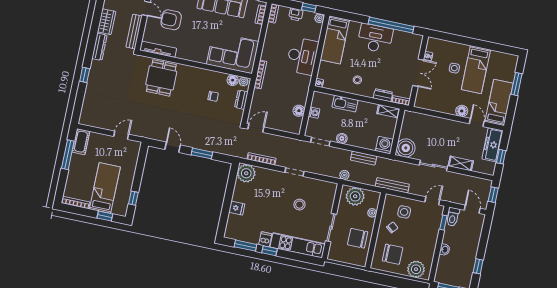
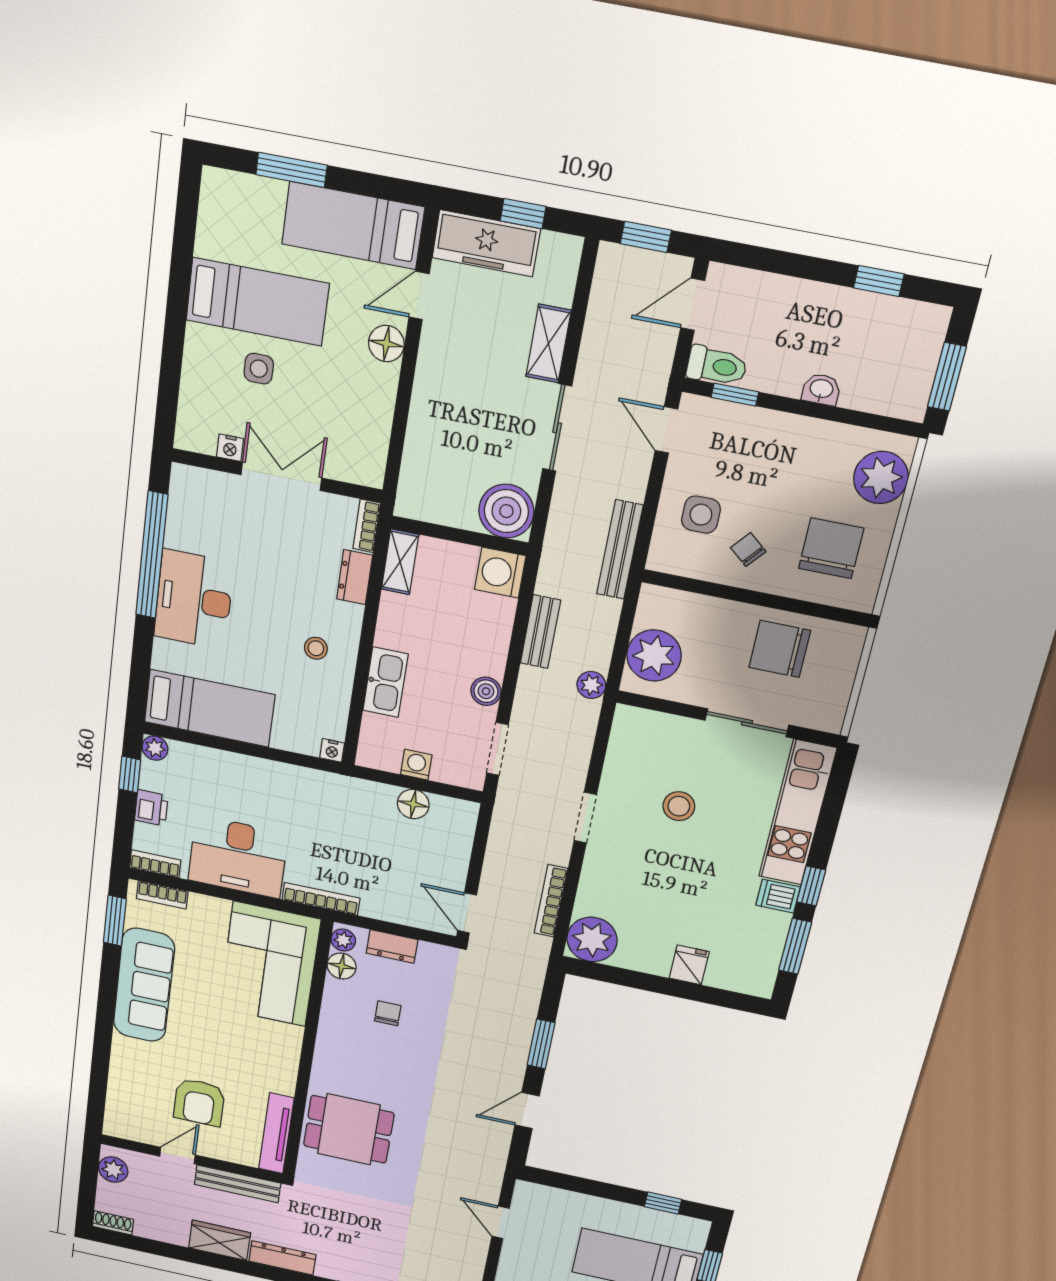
desk: (302, 56) -> (238, 857), moved, turned 180
plant: (372, 213) -> (703, 608), removed
chair: (358, 238) -> (780, 649), turned 90

